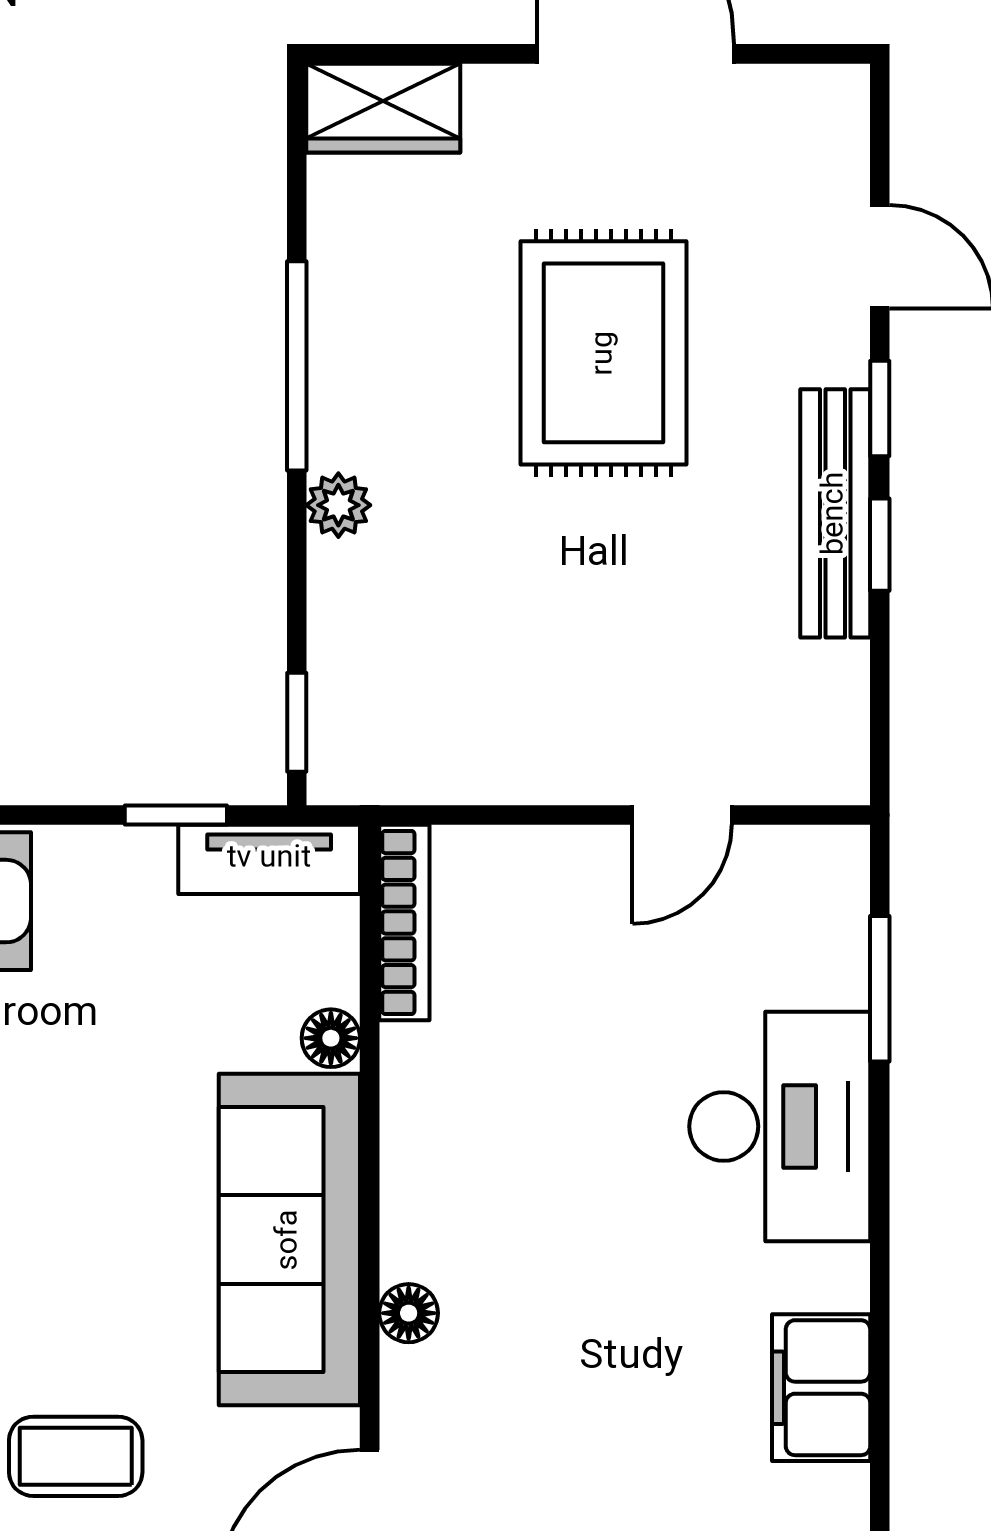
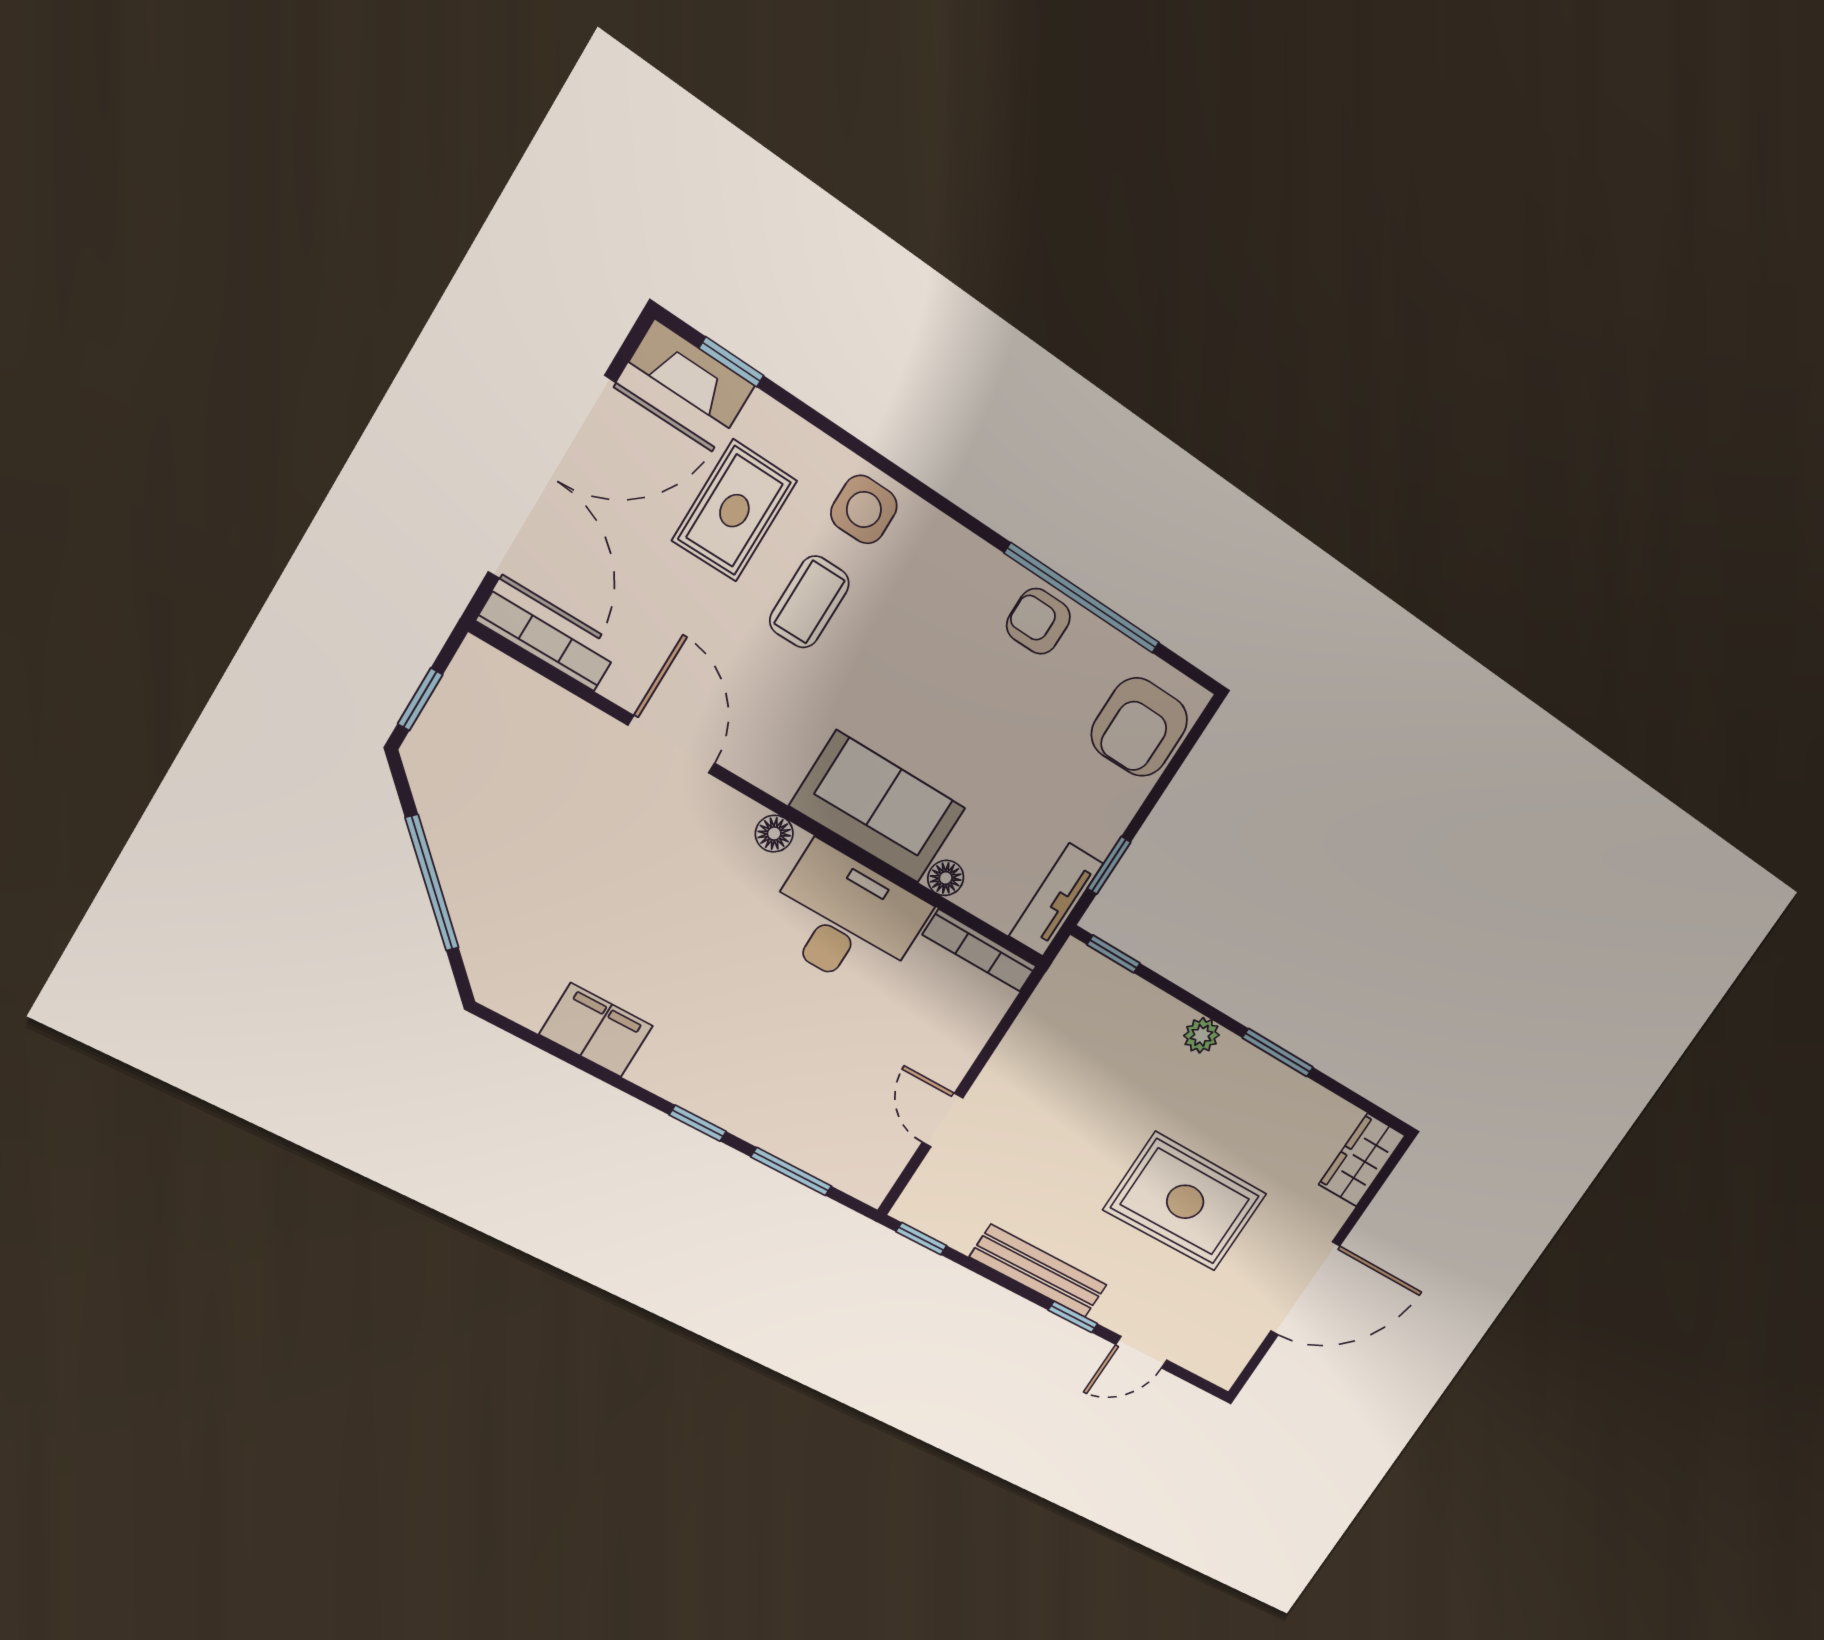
window: (297, 366) -> (1278, 1053), width x0.69
window: (880, 545) -> (921, 1239), moved
desk: (780, 1126) -> (846, 919), moved, turned 180
window: (880, 1167) -> (698, 1123), added
sofa: (289, 1240) -> (878, 807), width x0.73

